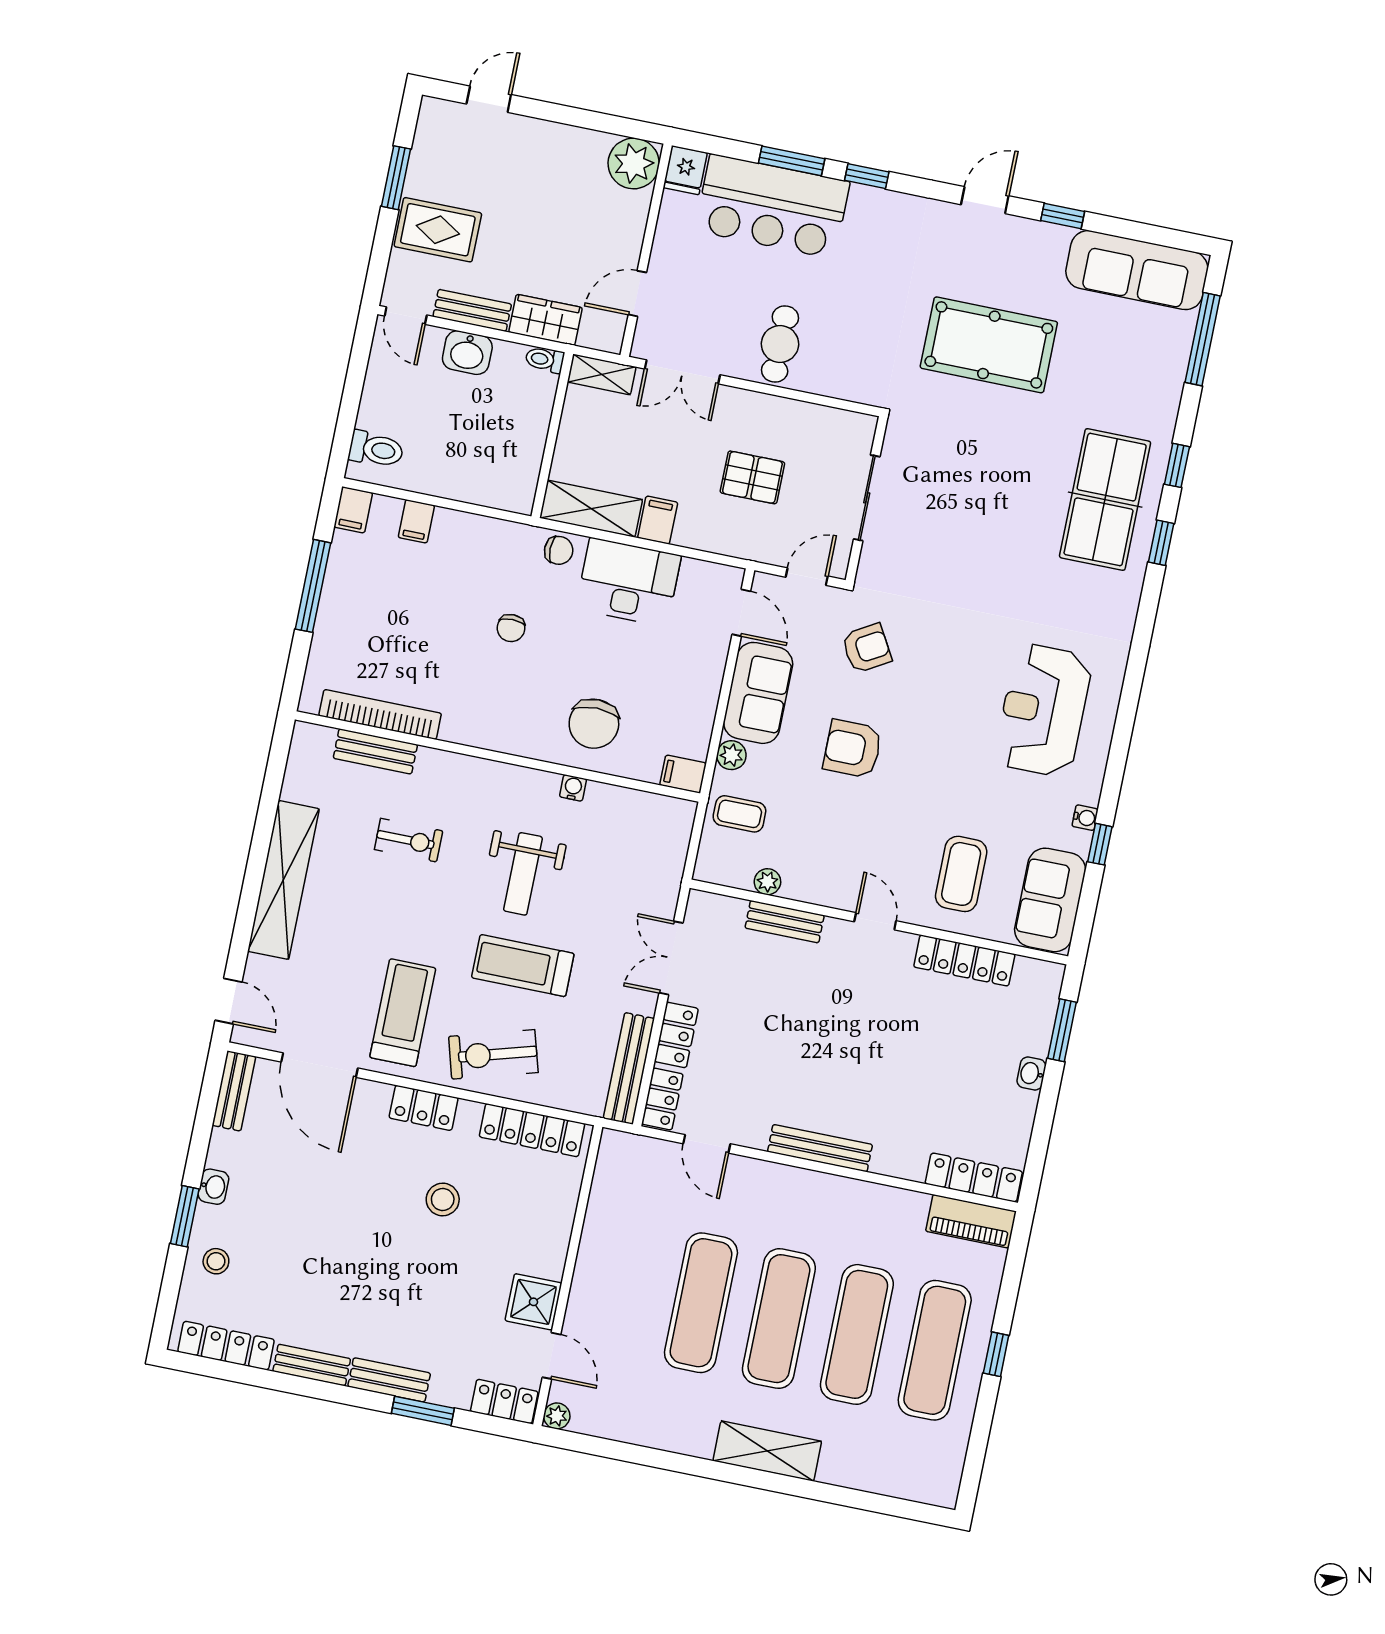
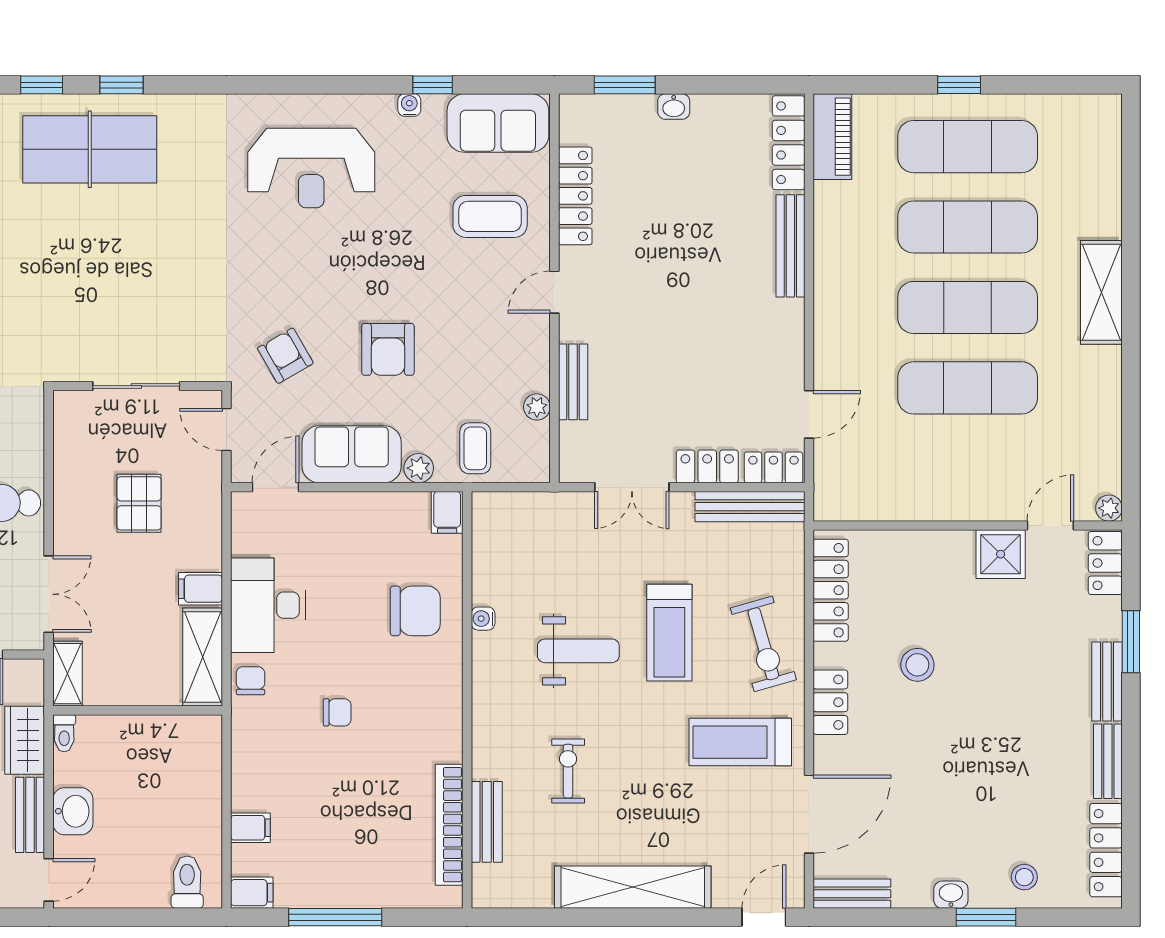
bench: (820, 1148) -> (790, 246), moved

